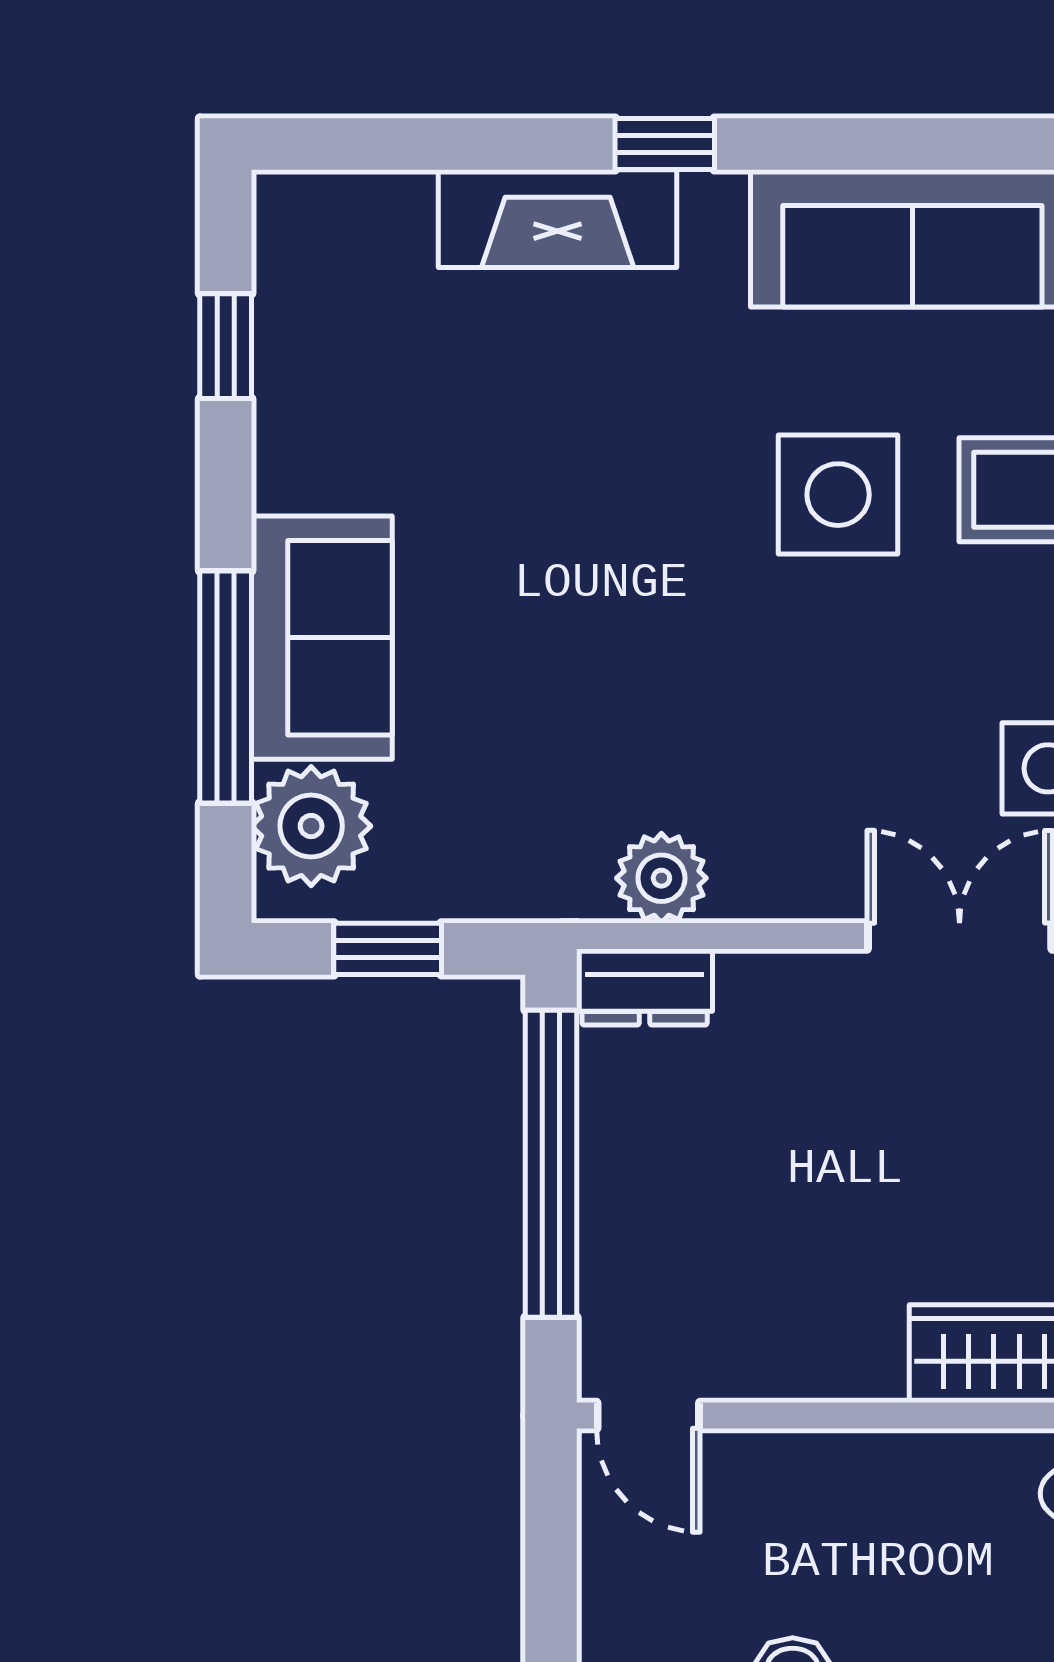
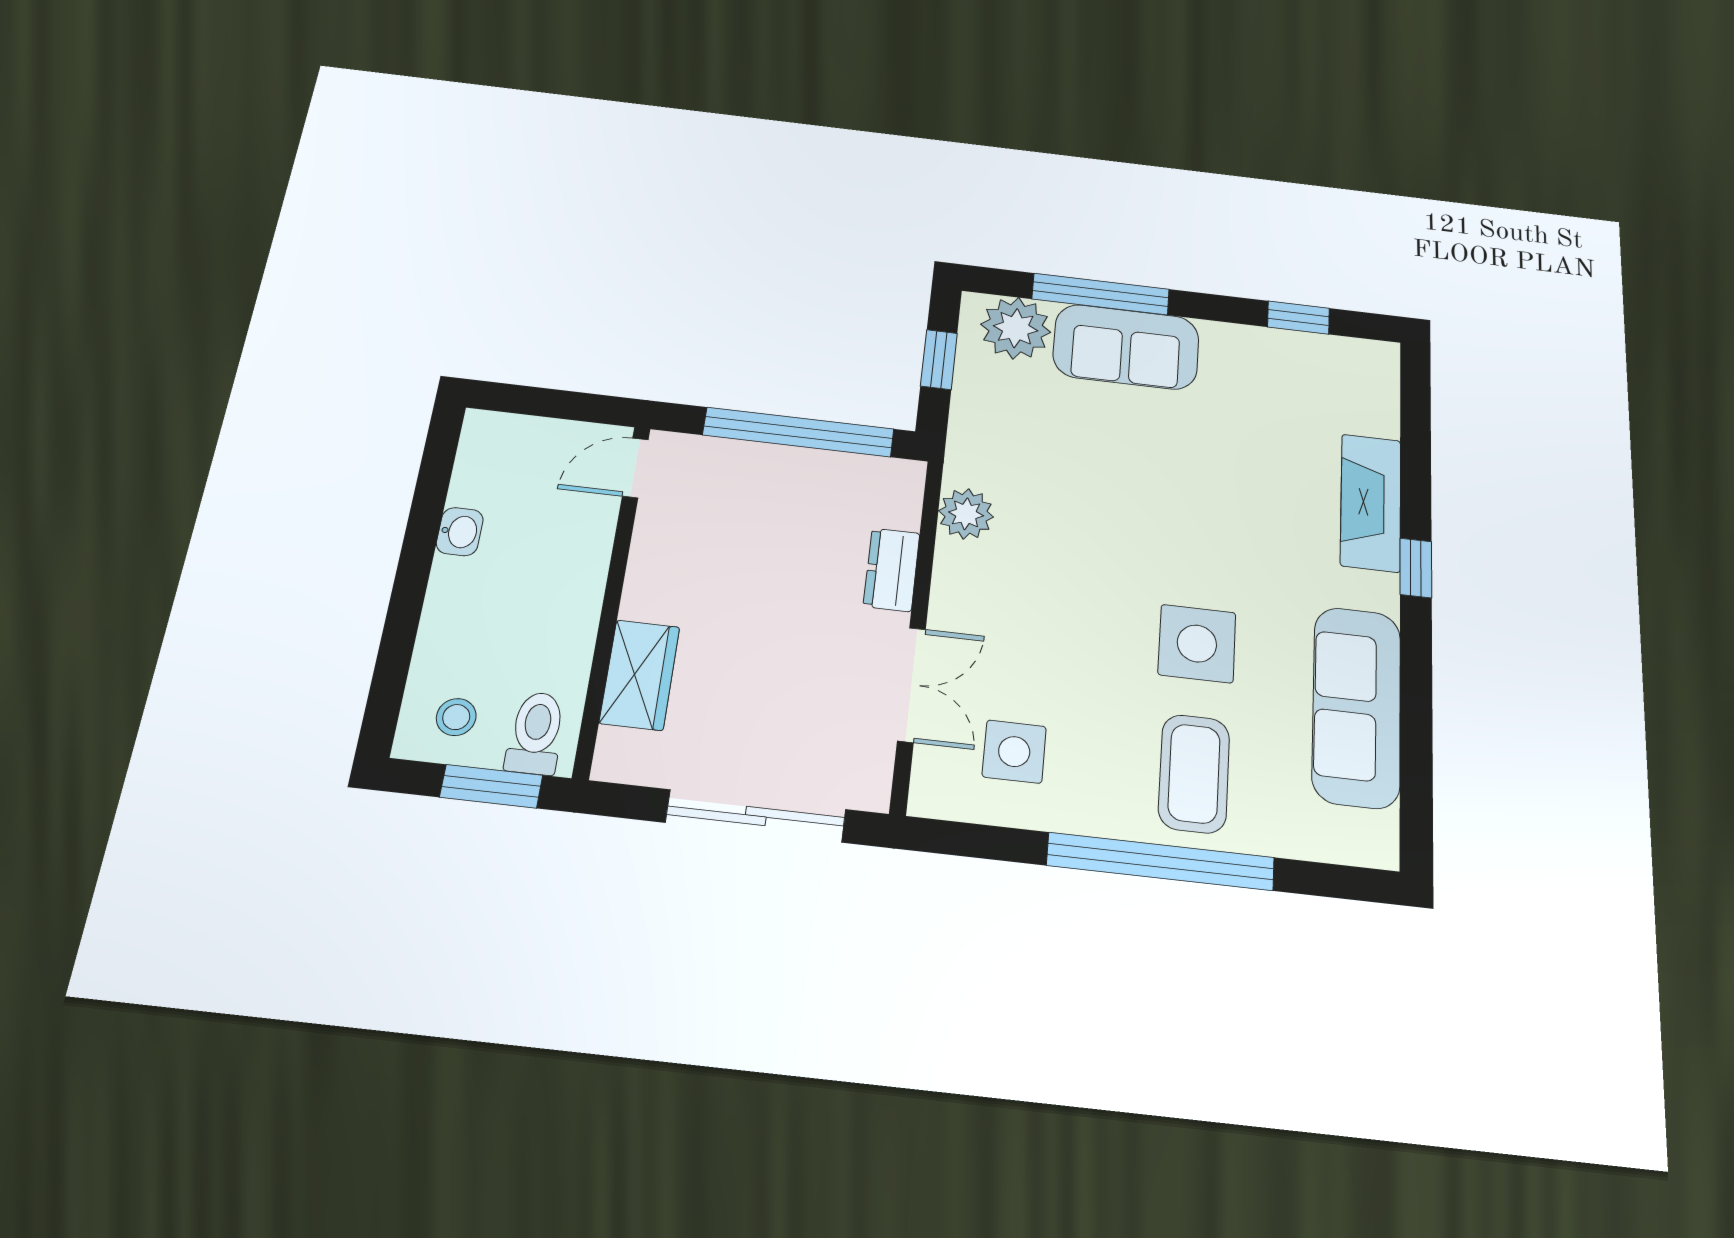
dresser: (645, 987) -> (892, 570), moved

